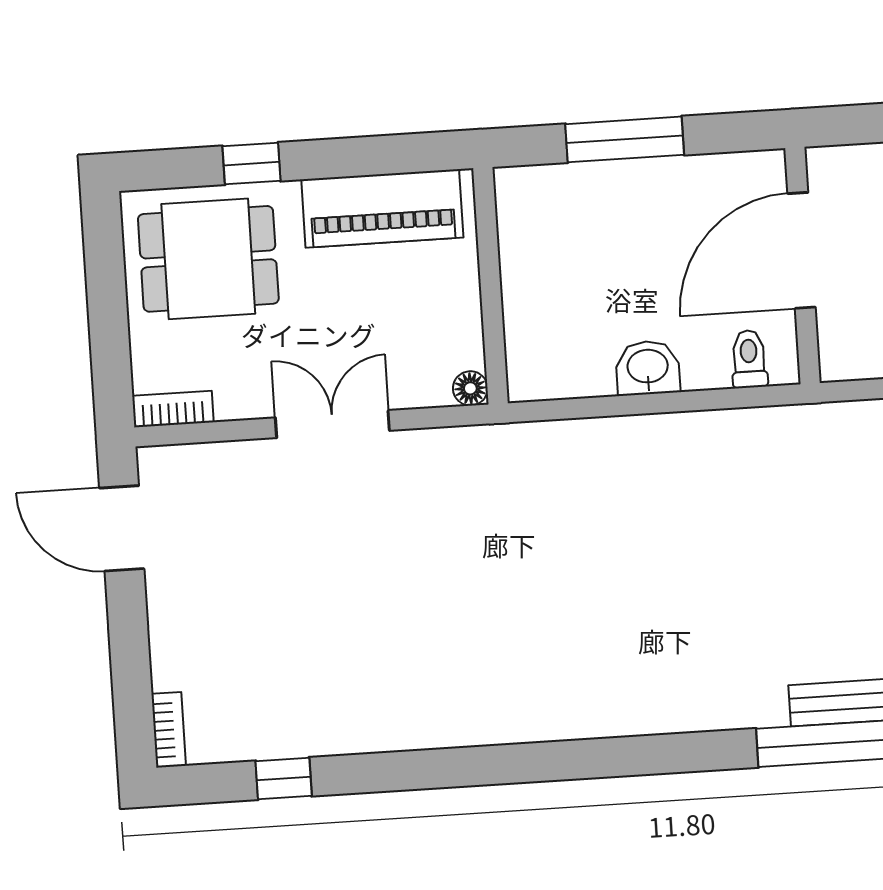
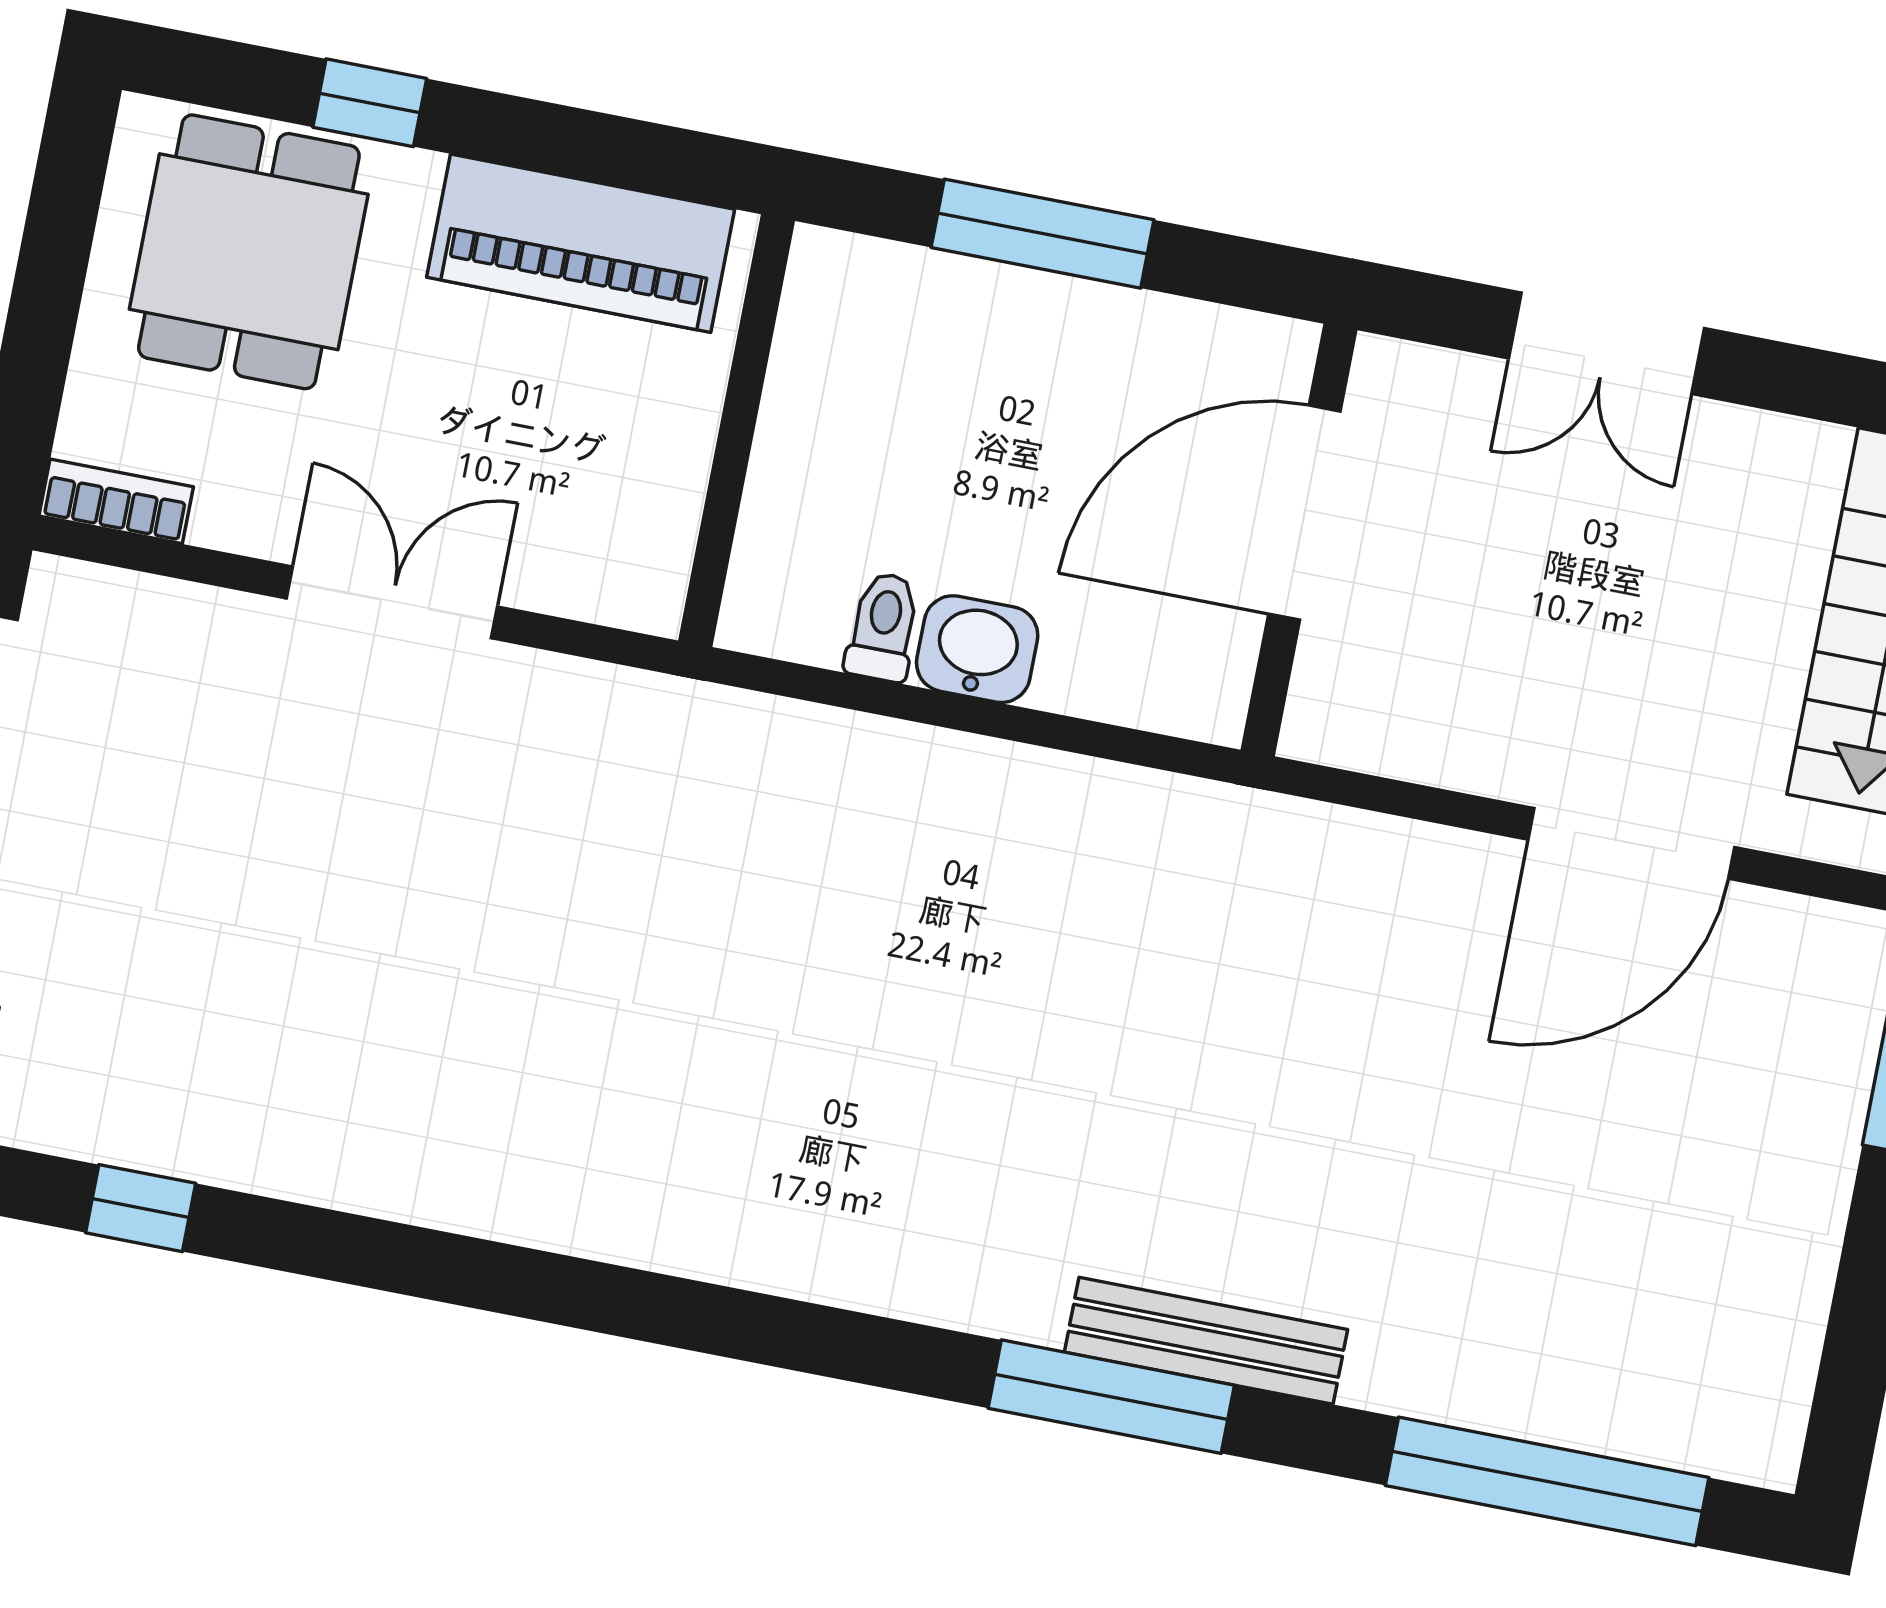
dining table: (208, 259) -> (249, 252), turned 90
toilet: (749, 359) -> (883, 627), moved
floor lamp: (470, 388) -> (653, 603), removed

